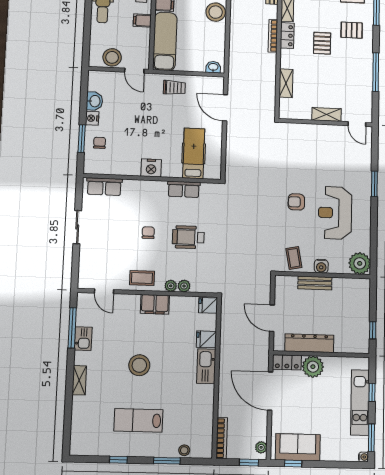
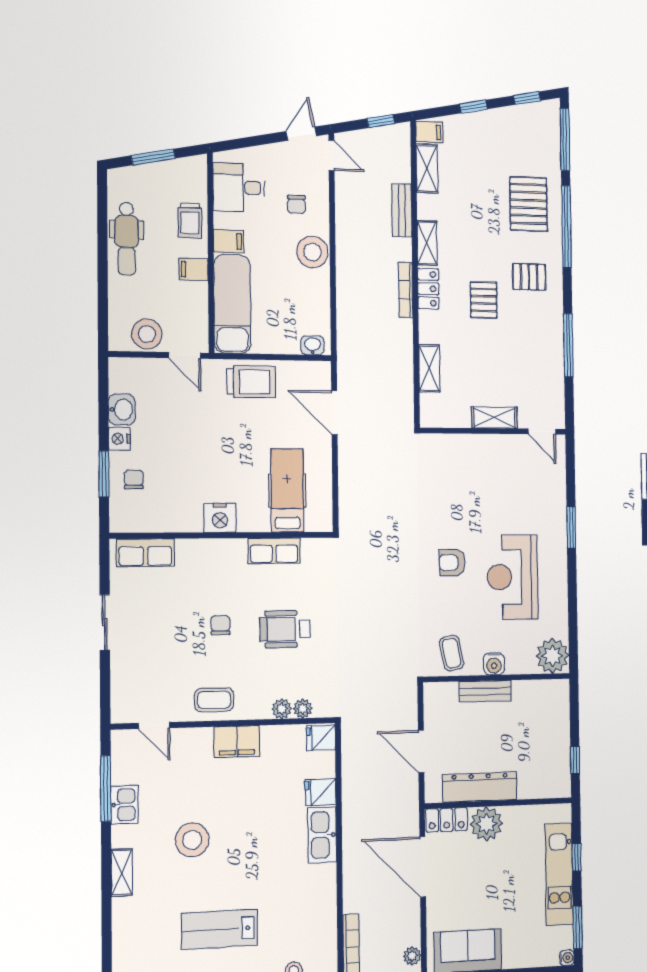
trolley: (174, 88) -> (251, 382), width x1.36, depth x1.39
plant: (171, 286) -> (303, 709), moved
stool: (139, 365) -> (192, 840), moved

